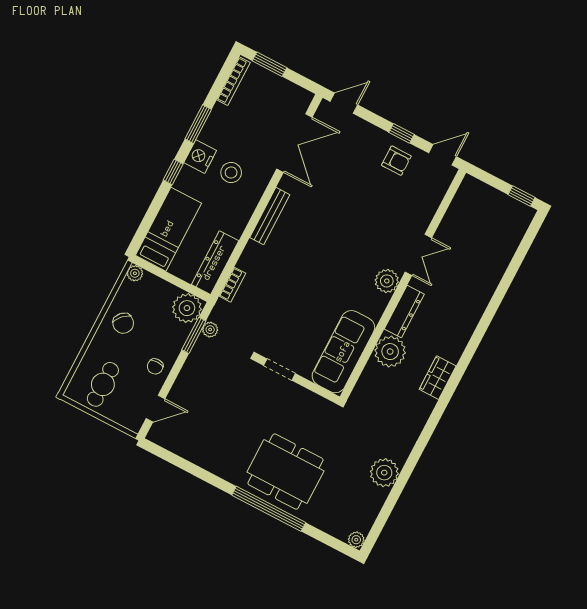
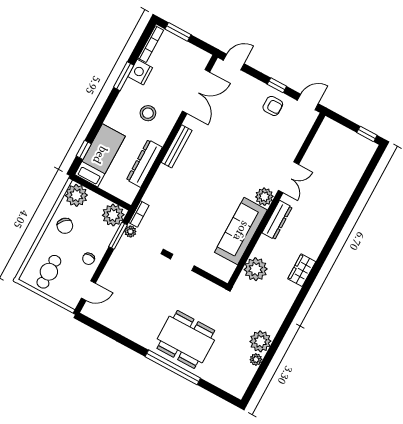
nightstand: (200, 157) -> (140, 72), moved
window: (173, 172) -> (84, 150), moved
dresser: (215, 263) -> (144, 163), moved
plant: (135, 273) -> (76, 195), width x1.88, depth x1.88
bookcase: (232, 285) -> (139, 214), moved
sofa: (343, 352) -> (241, 231), moved
plant: (390, 352) -> (256, 269), moved
plant: (356, 540) -> (256, 360), moved

